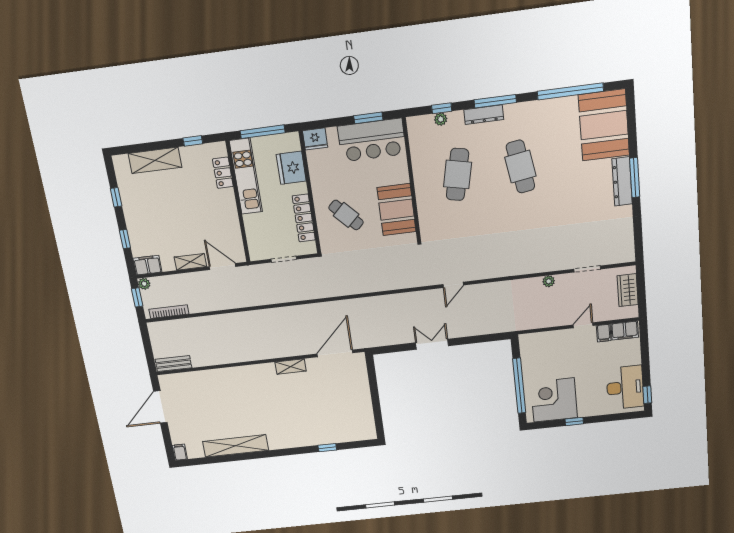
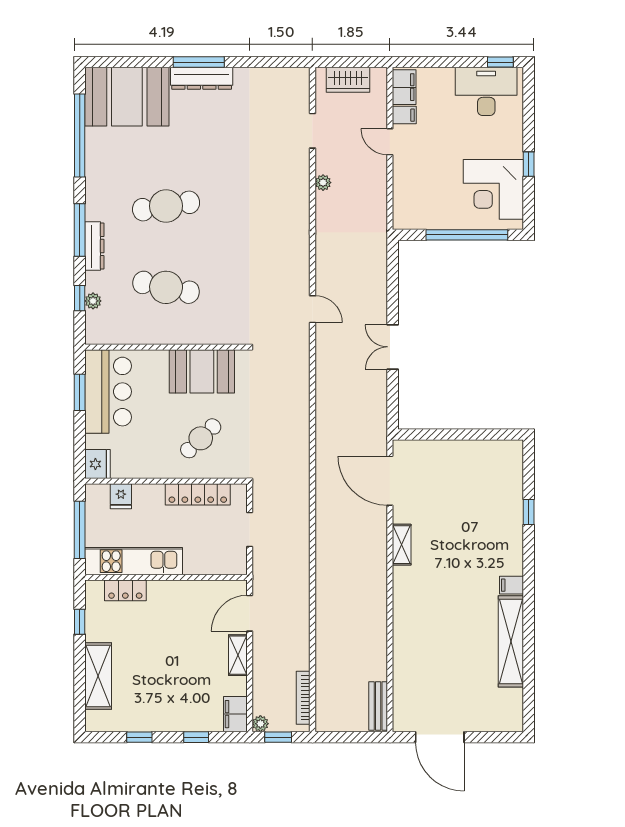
fridge: (291, 168) -> (121, 496), width x0.53, depth x0.75
filing cabinet: (180, 452) -> (512, 585), moved

